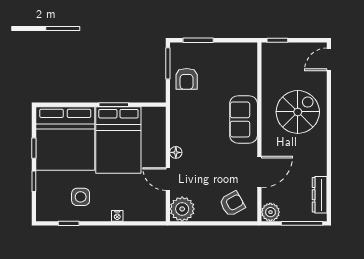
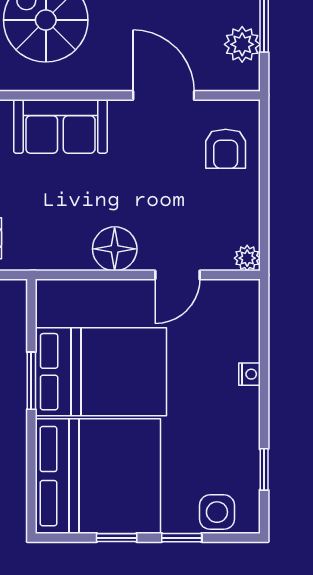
floor lamp: (176, 152) -> (115, 249), width x1.89, depth x1.89
side table: (81, 197) -> (217, 512), moved
armchair: (232, 204) -> (226, 149), turned -151
plant: (182, 209) -> (247, 258), width x0.53, depth x0.53
plant: (270, 212) -> (242, 44), moved

